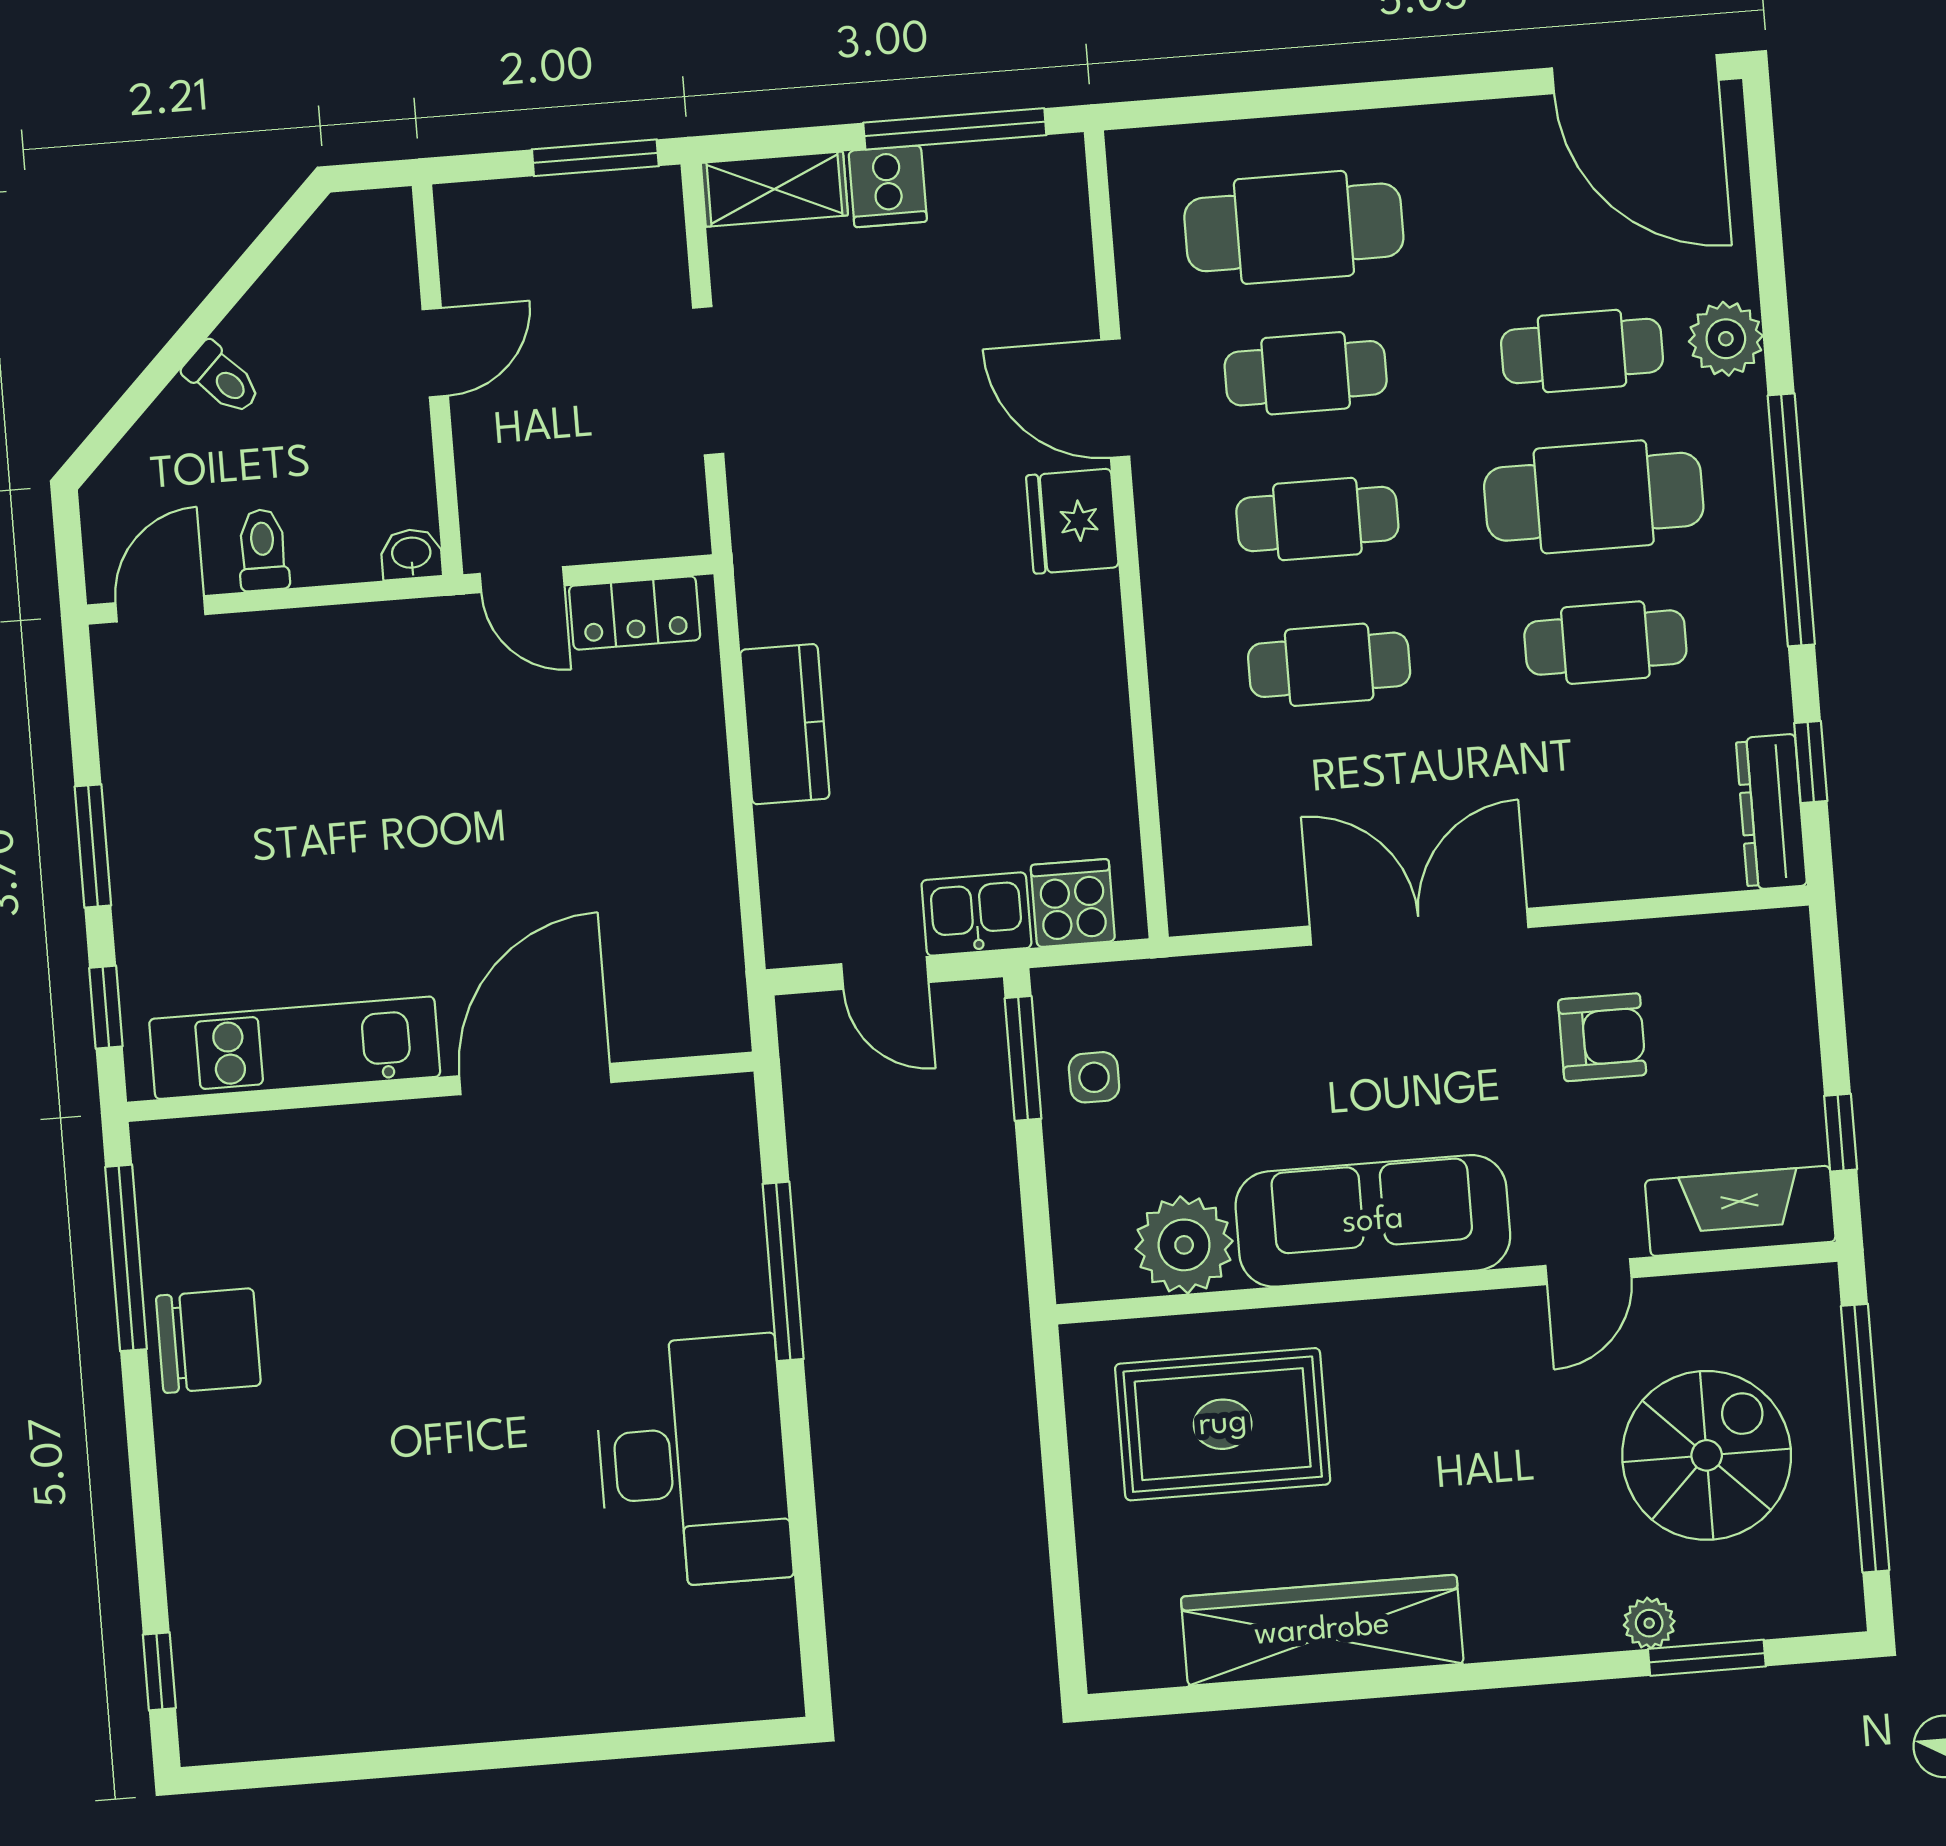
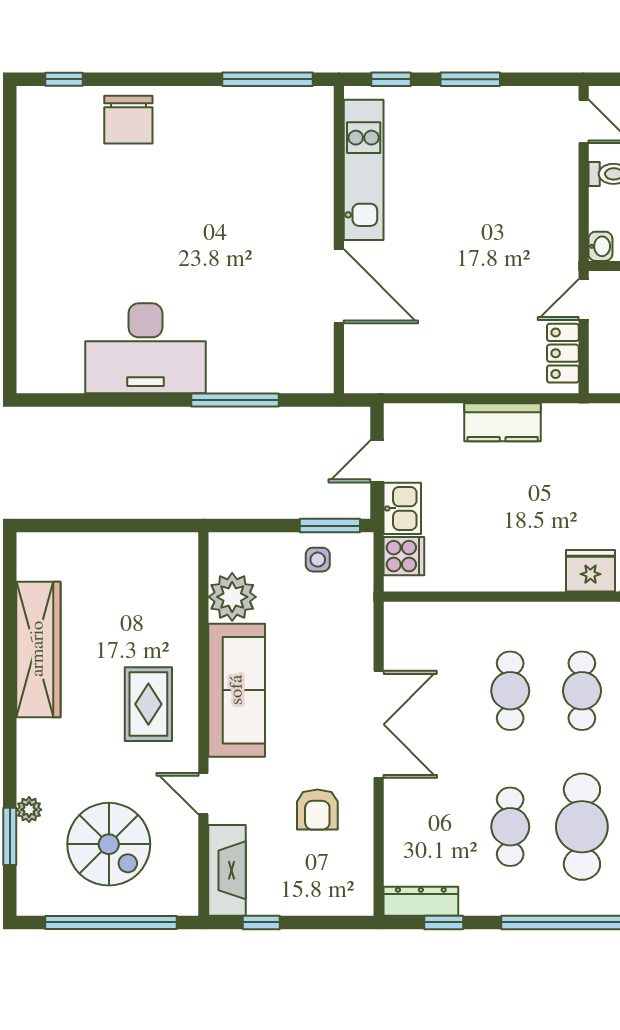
chair: (208, 1341) -> (128, 120), moved
rug: (1223, 1424) -> (148, 704), moved, width x0.73, depth x0.70

